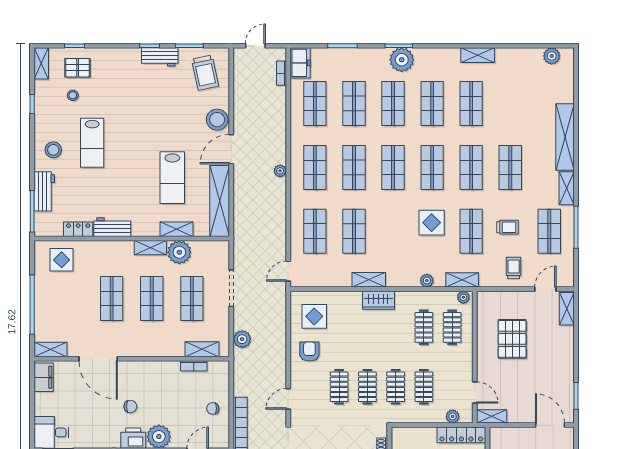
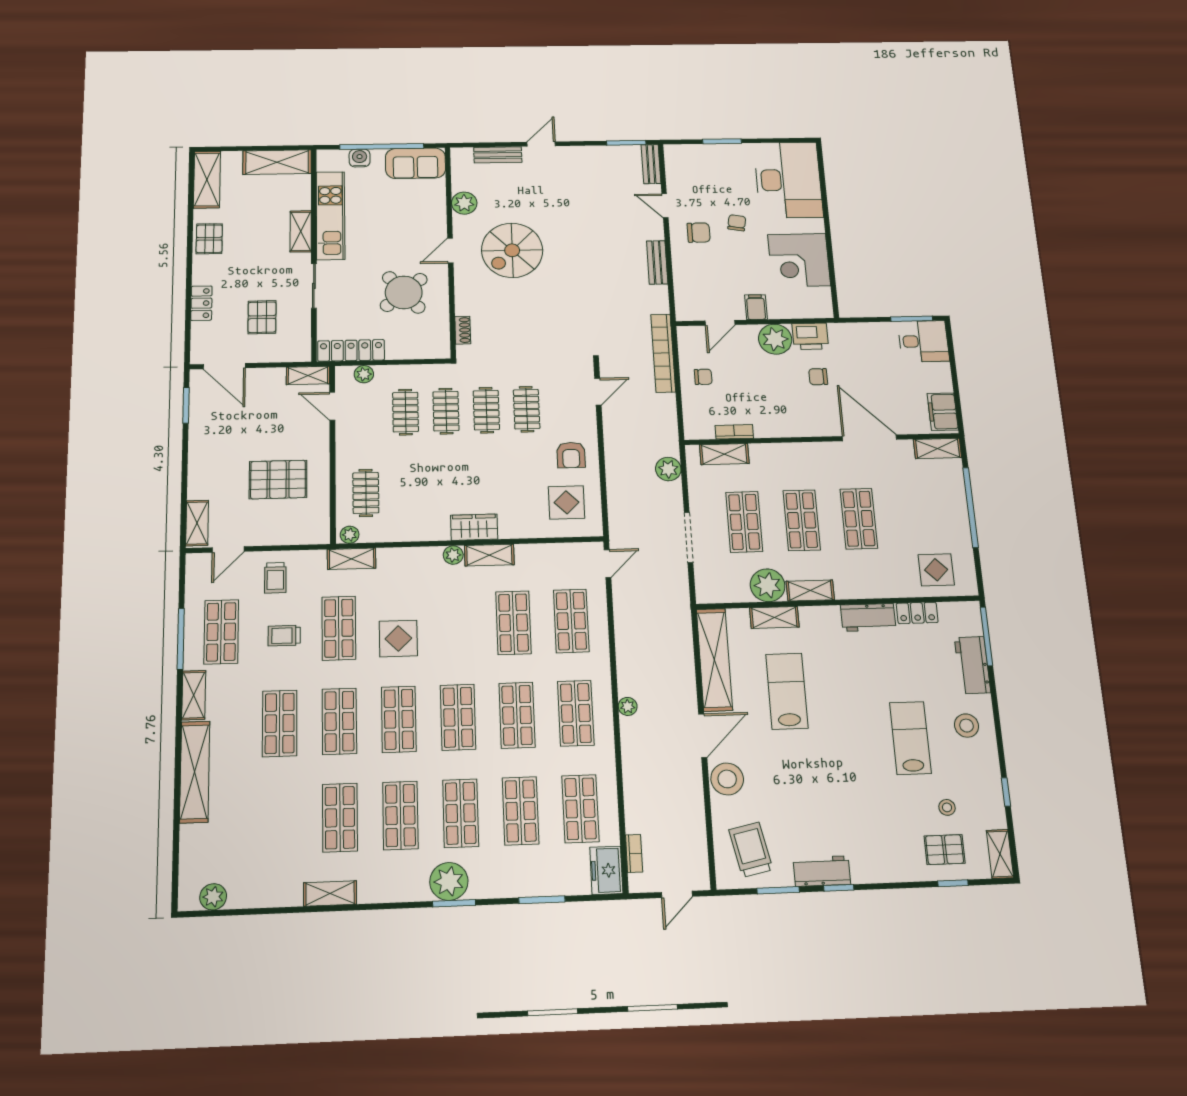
plant: (427, 281) -> (453, 555), moved
clothes rail: (424, 327) -> (407, 492), removed
pallet: (512, 339) -> (278, 480), turned 90

